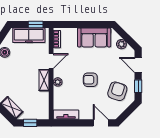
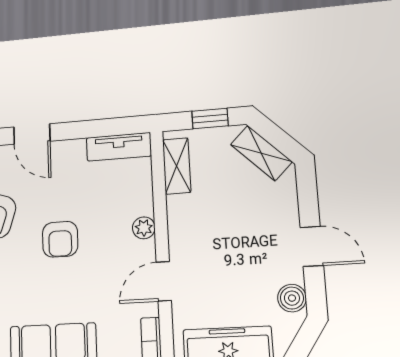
shelving: (44, 80) -> (177, 166), moved
armchair: (90, 80) -> (60, 239), turned 90

